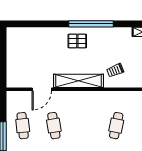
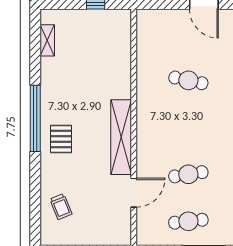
trolley: (115, 70) -> (61, 207), moved
door: (42, 89) -> (134, 193), hinge flipped

